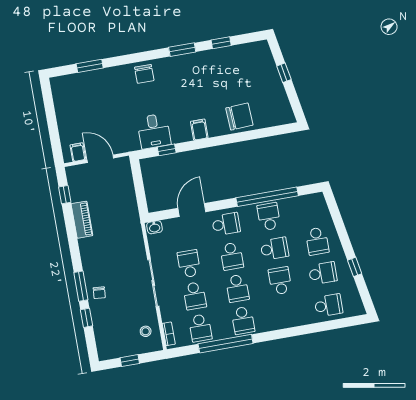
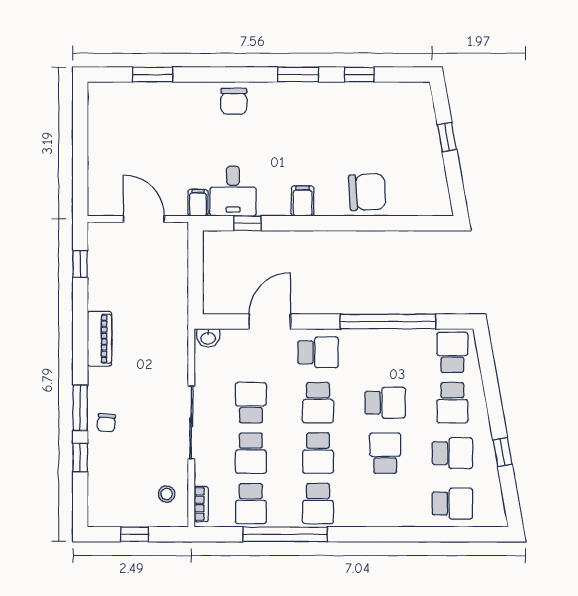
filing cabinet: (78, 152) -> (198, 203), moved
school desk: (269, 217) -> (452, 352), moved
piano: (82, 220) -> (99, 339), moved

